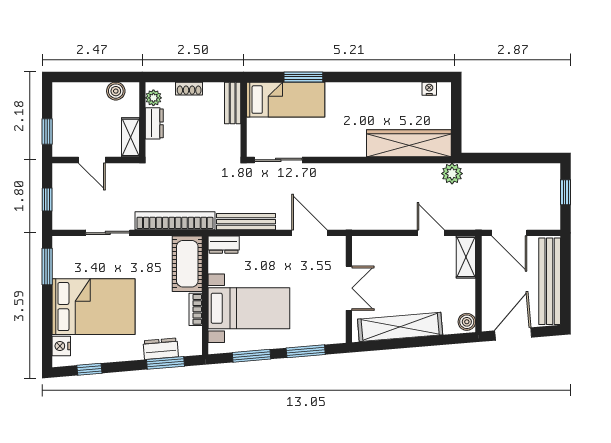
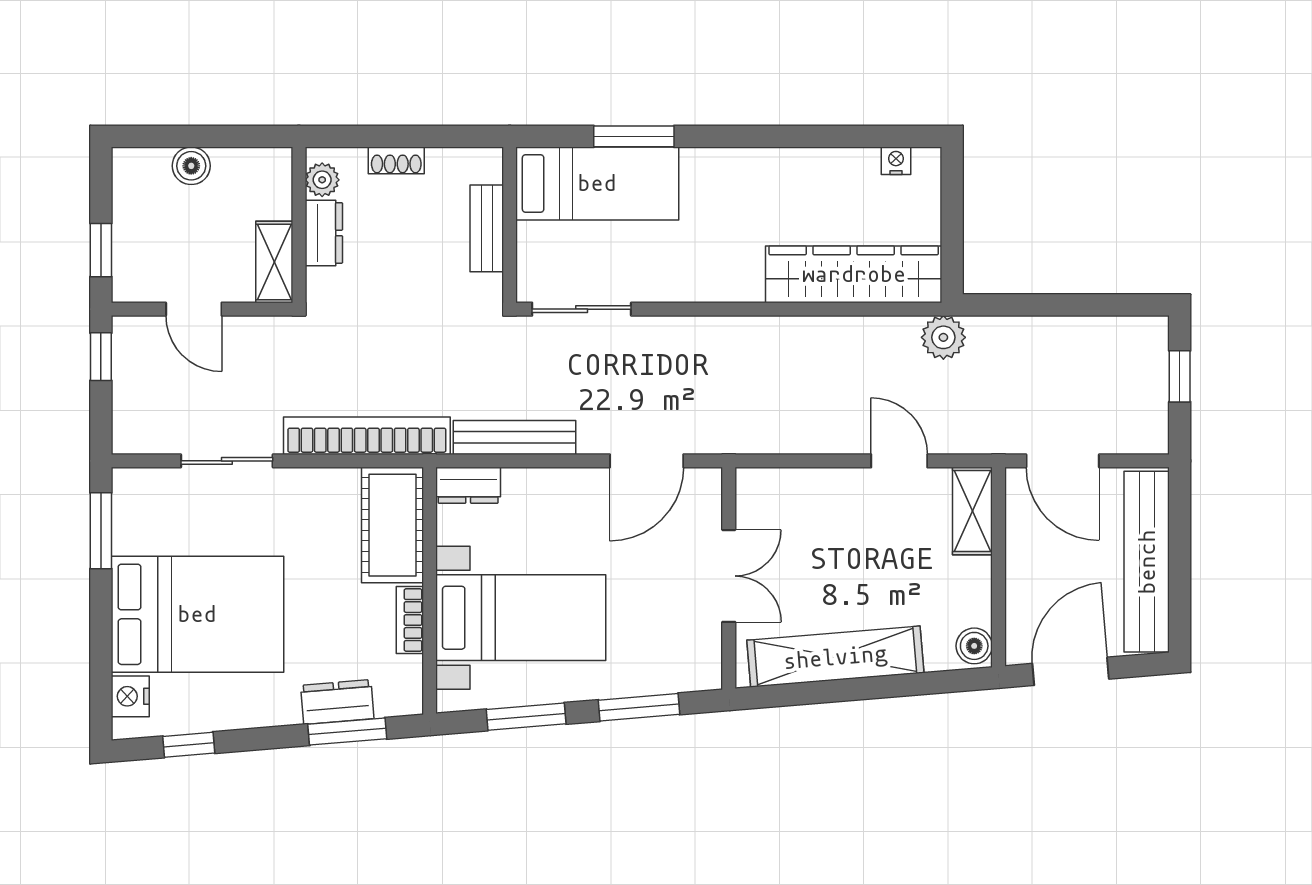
boiler: (116, 91) -> (191, 166), moved
bench: (233, 103) -> (487, 228), moved
window: (47, 199) -> (101, 357), moved
door: (309, 233) -> (647, 461), swing flipped

